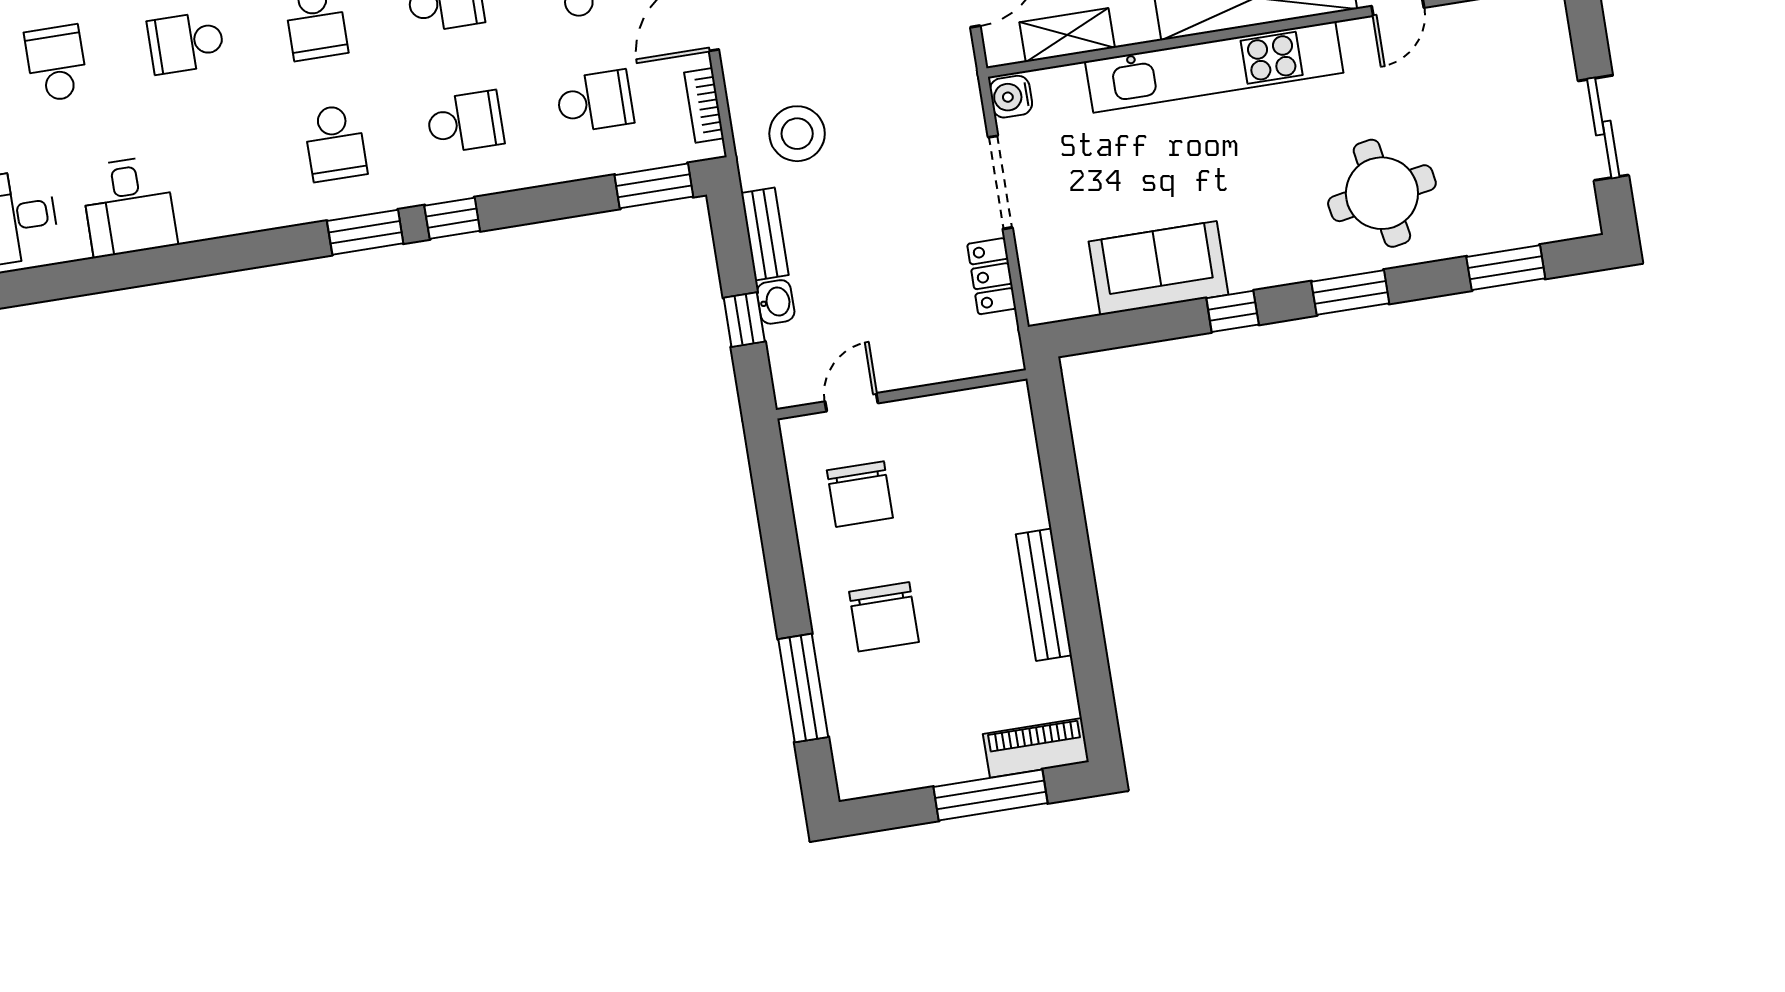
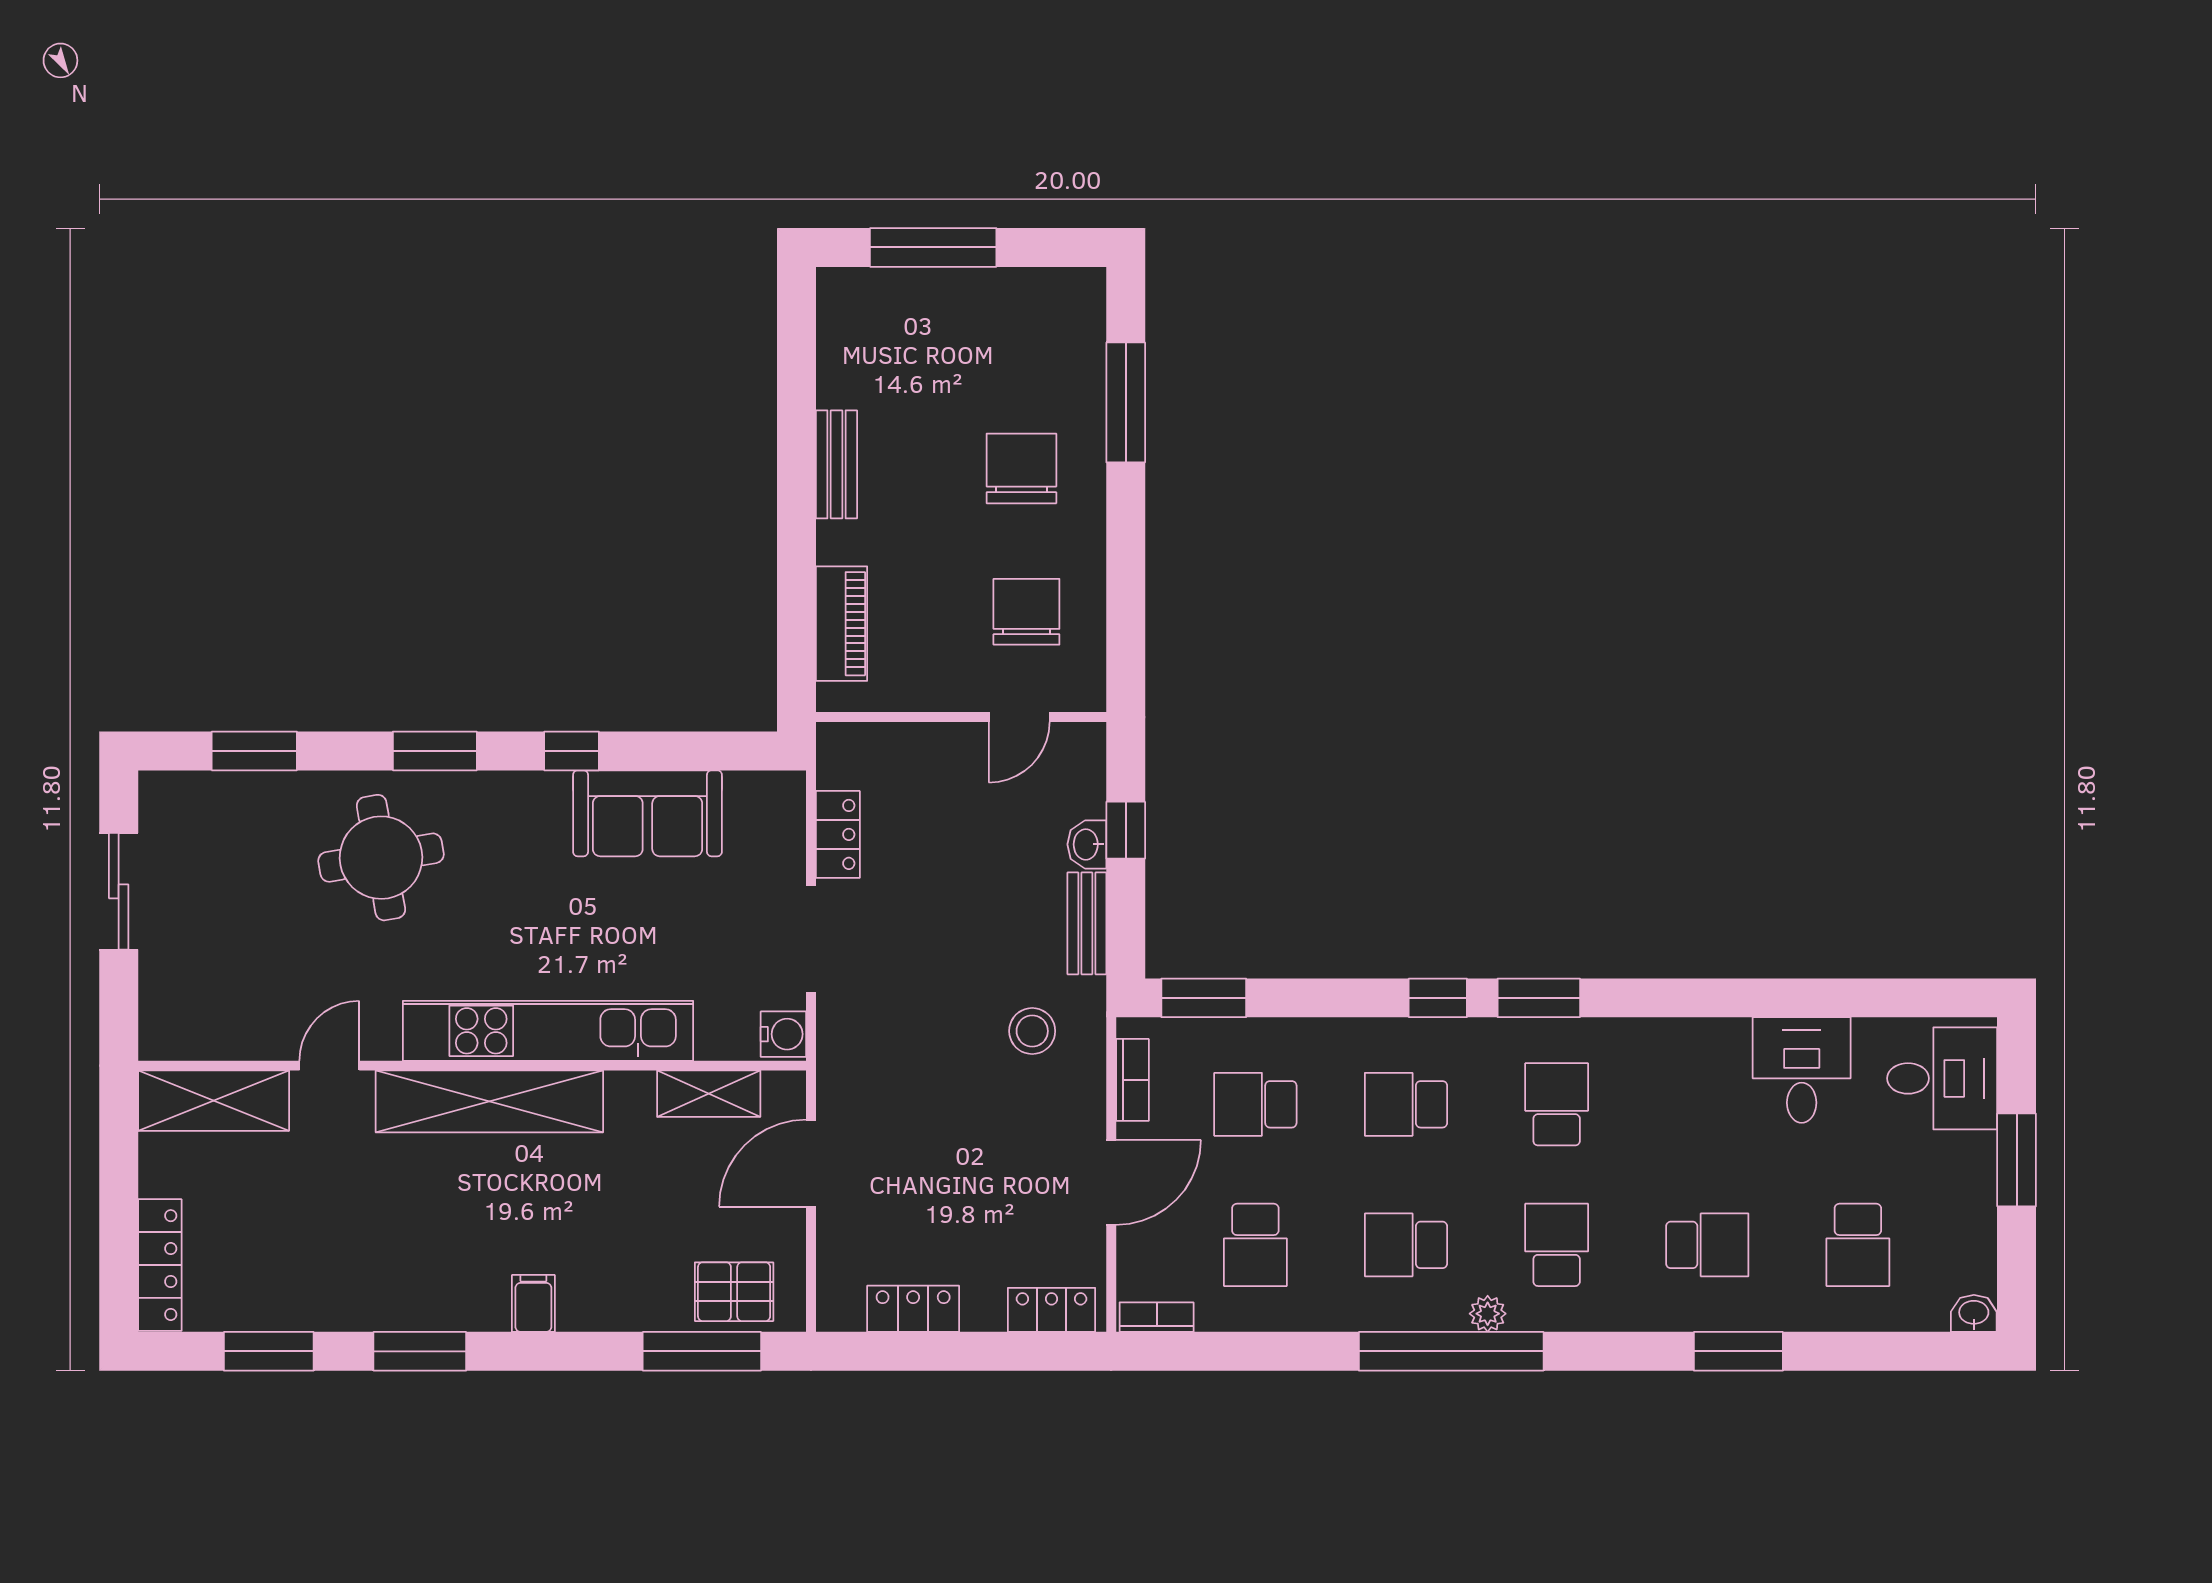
stool: (797, 134) -> (1032, 1031), width x0.73, depth x0.73
bench: (1044, 595) -> (836, 464), width x0.73
piano: (1036, 748) -> (841, 624), moved, turned -90

